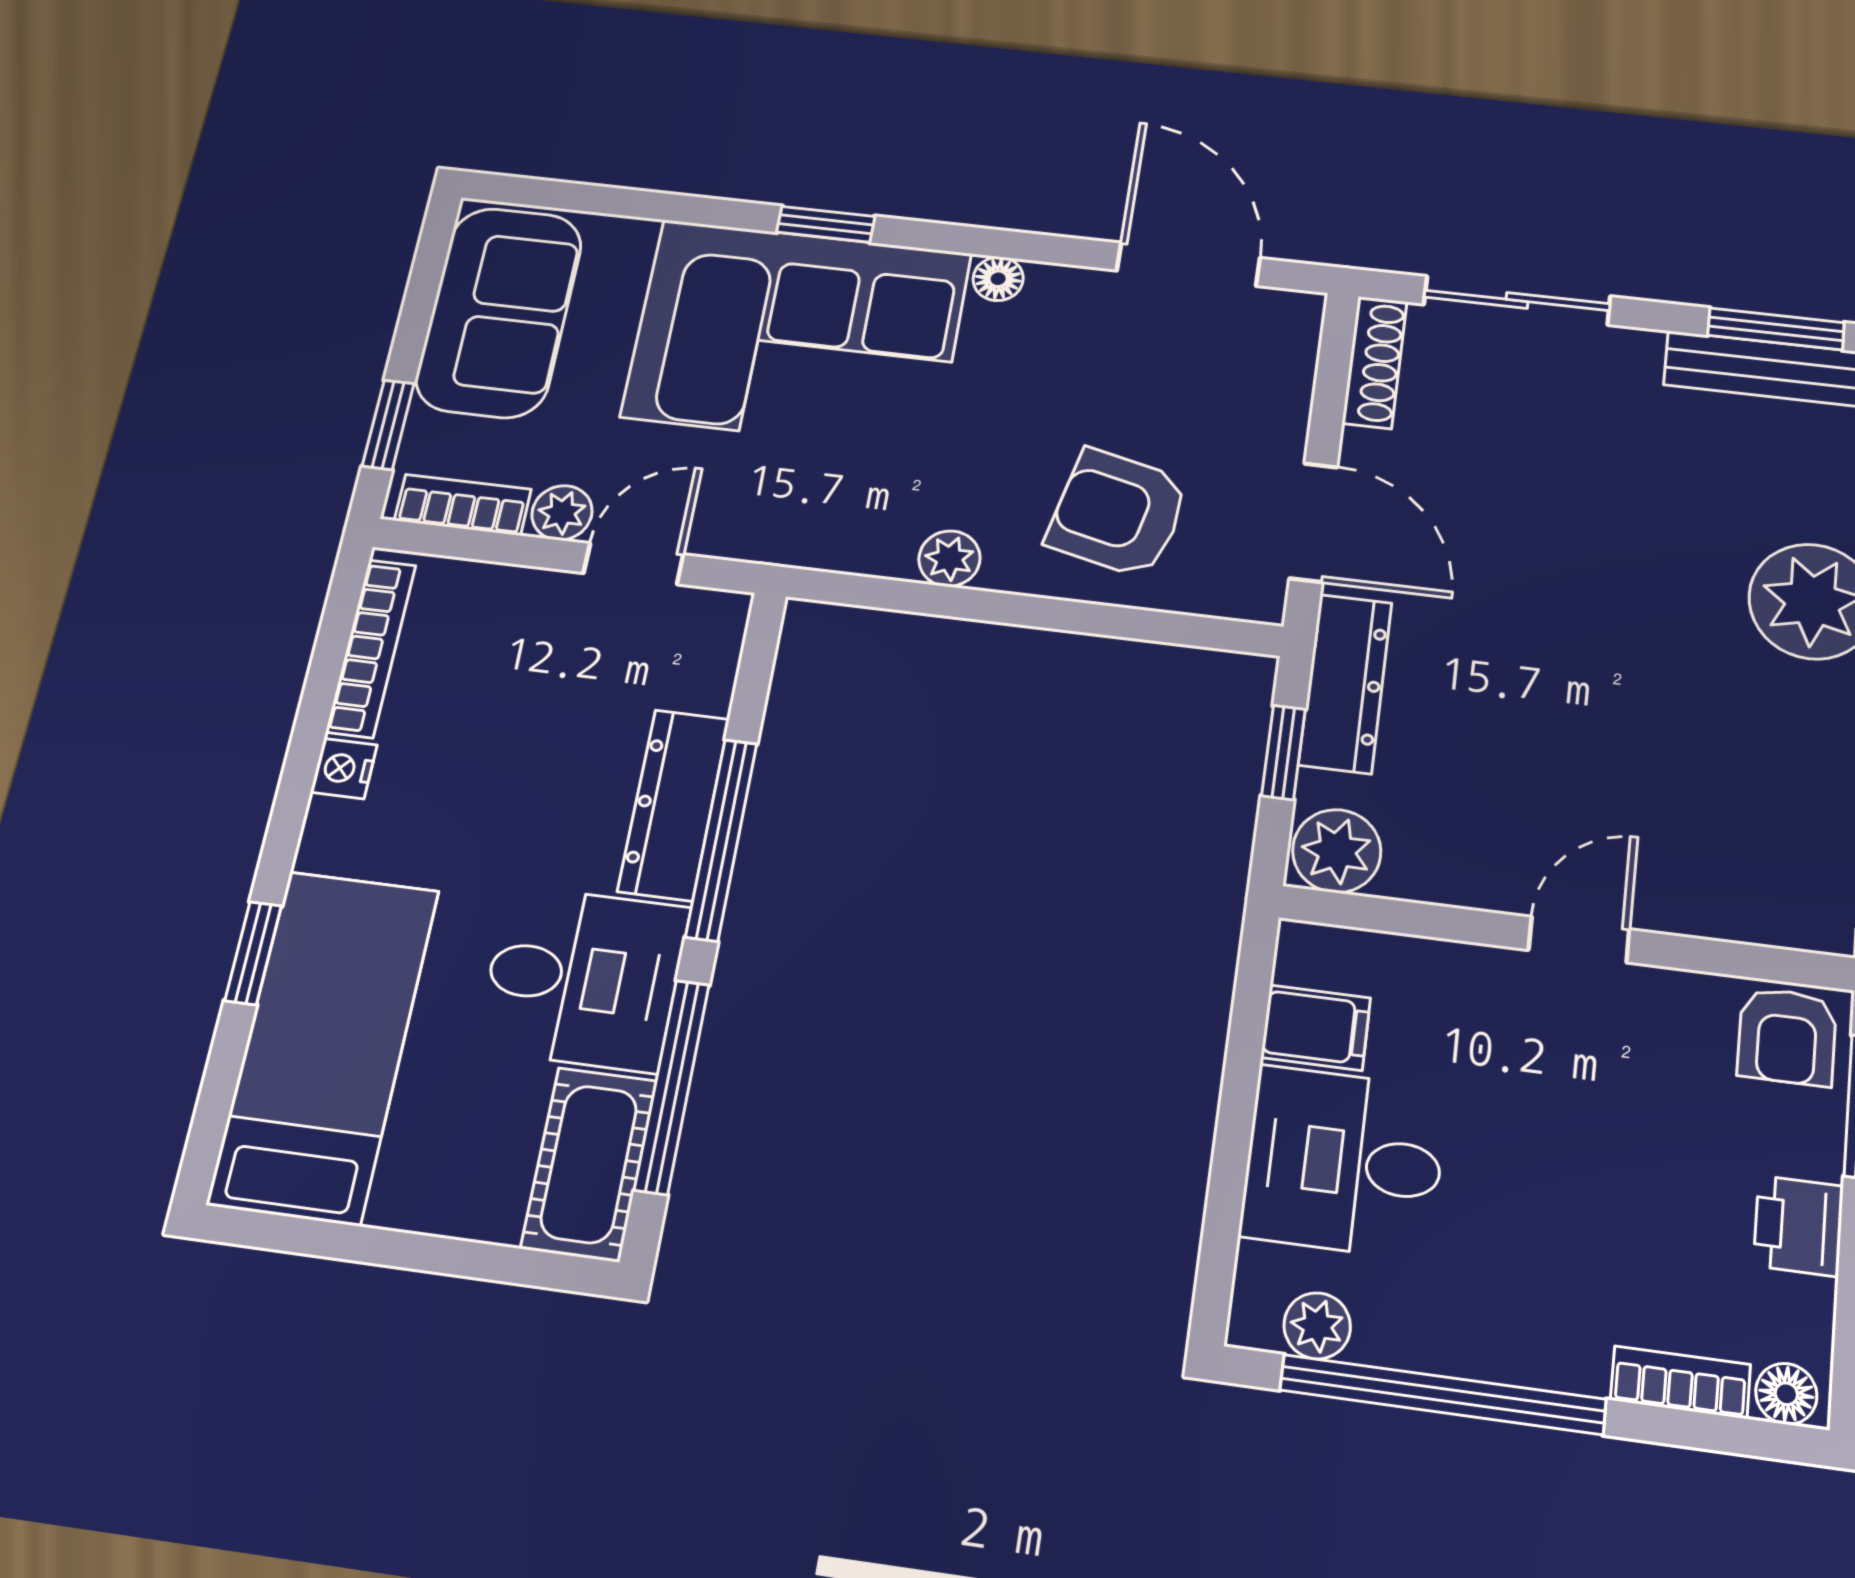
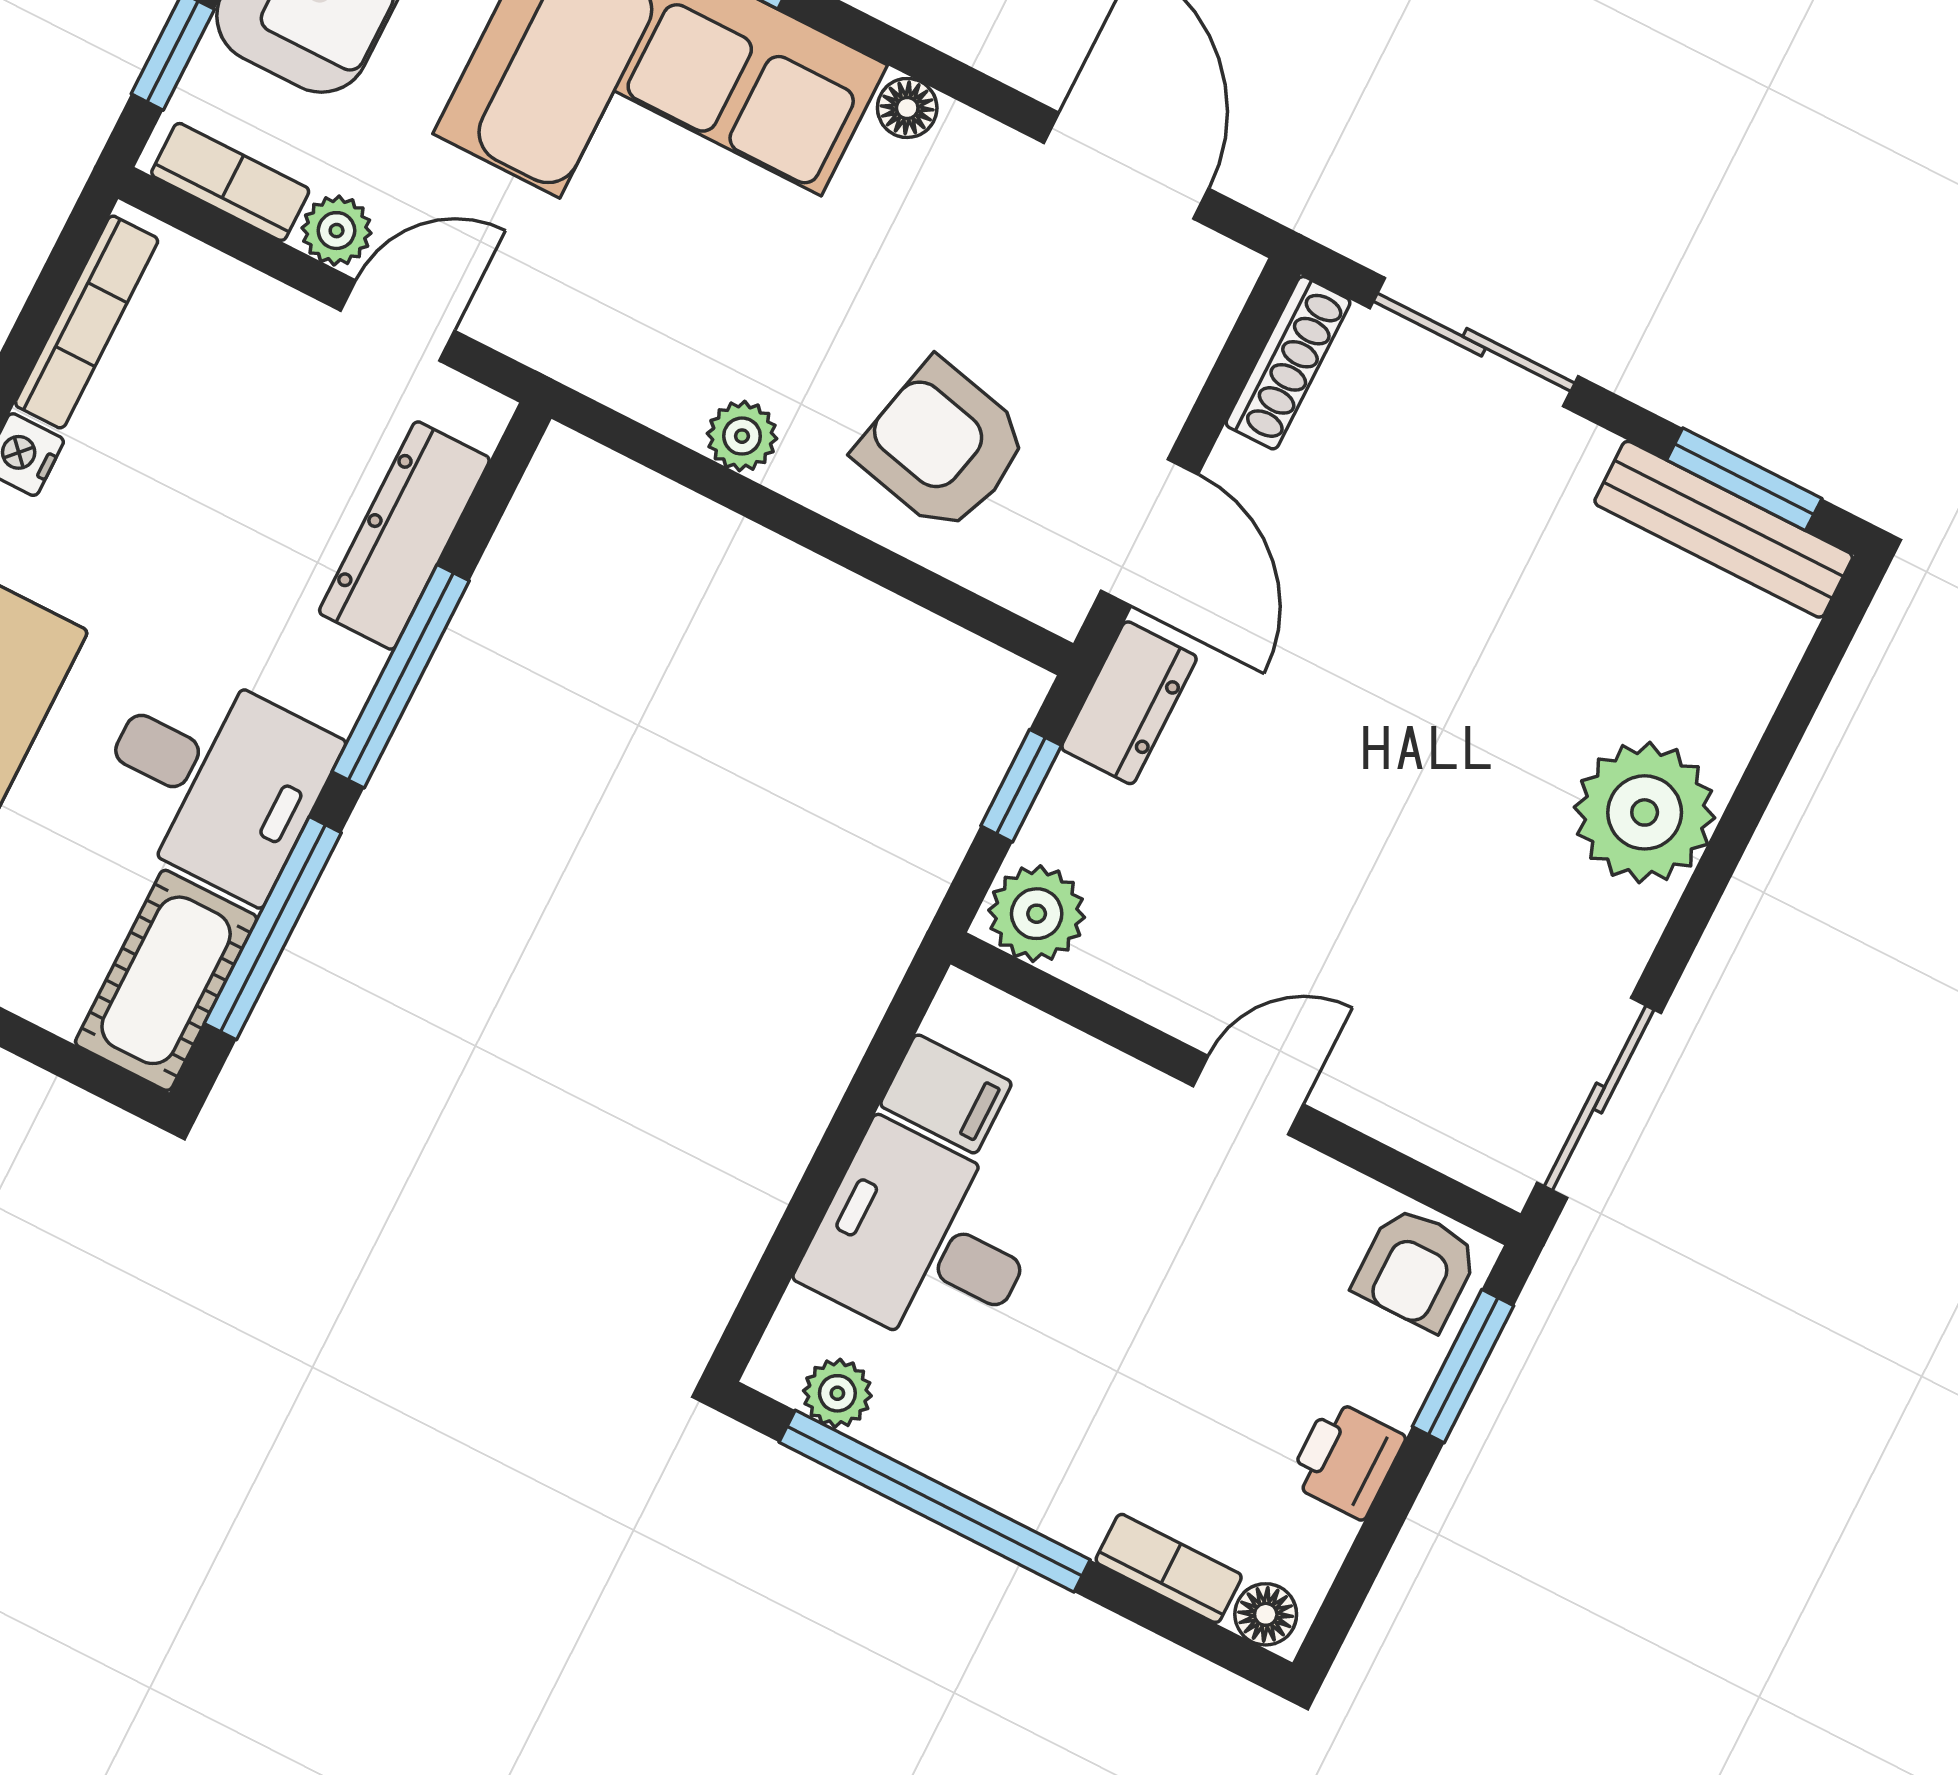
dresser: (1345, 683) -> (1129, 703), width x0.70
dresser: (674, 805) -> (404, 536), moved

